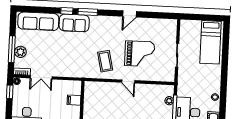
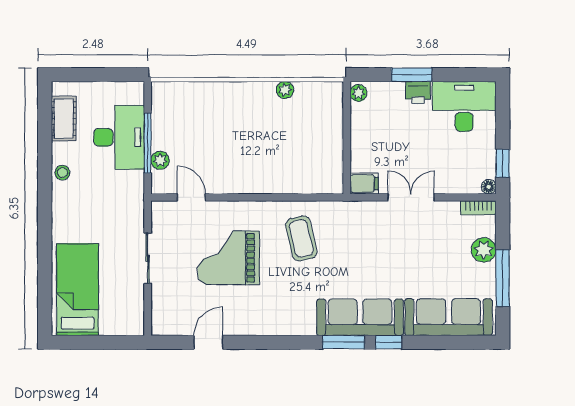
door: (130, 14) -> (208, 342), moved
sofa: (74, 23) -> (360, 317), width x1.36
window: (12, 49) -> (503, 278), moved
double door: (41, 77) -> (411, 197), moved
door: (128, 81) -> (191, 197), moved
filing cabinet: (74, 100) -> (364, 184), moved

